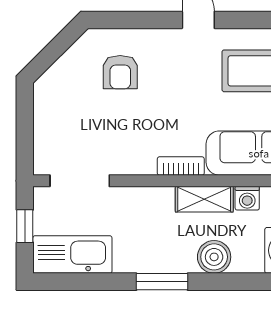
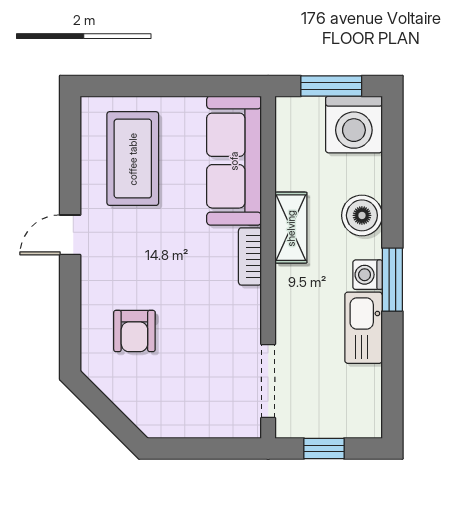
armchair: (120, 72) -> (134, 331), turned 90
washing machine: (247, 198) -> (368, 275), moved, turned 180
kitchen sink: (72, 255) -> (364, 328), moved, width x0.73, depth x0.81

